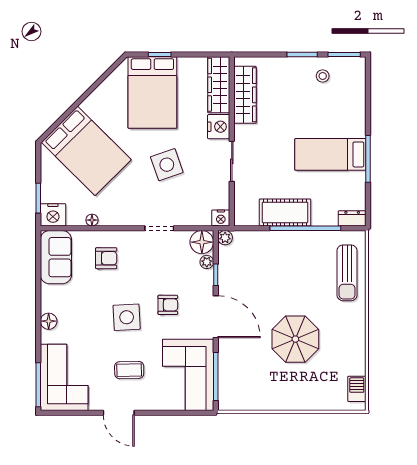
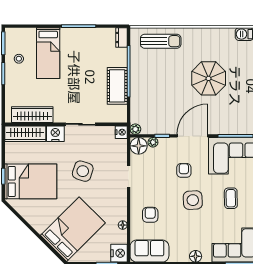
bed: (330, 154) -> (48, 53), moved
side table: (167, 165) -> (83, 171), turned 37

